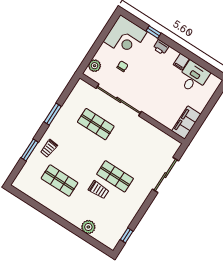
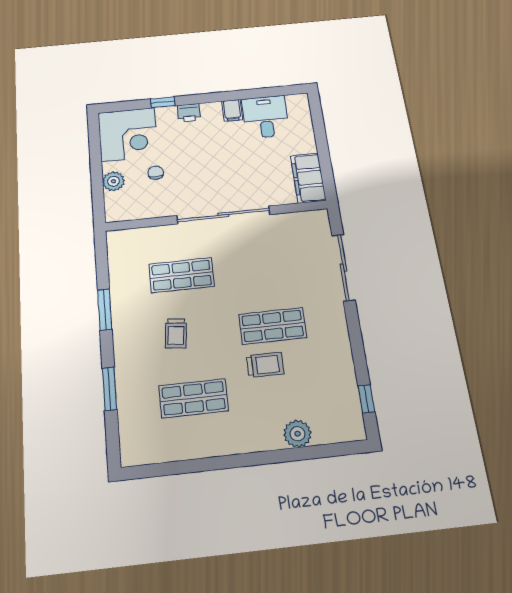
plant: (95, 66) -> (113, 181), moved
sliding door: (119, 100) -> (223, 215), moved
trolley: (49, 148) -> (176, 333), moved

